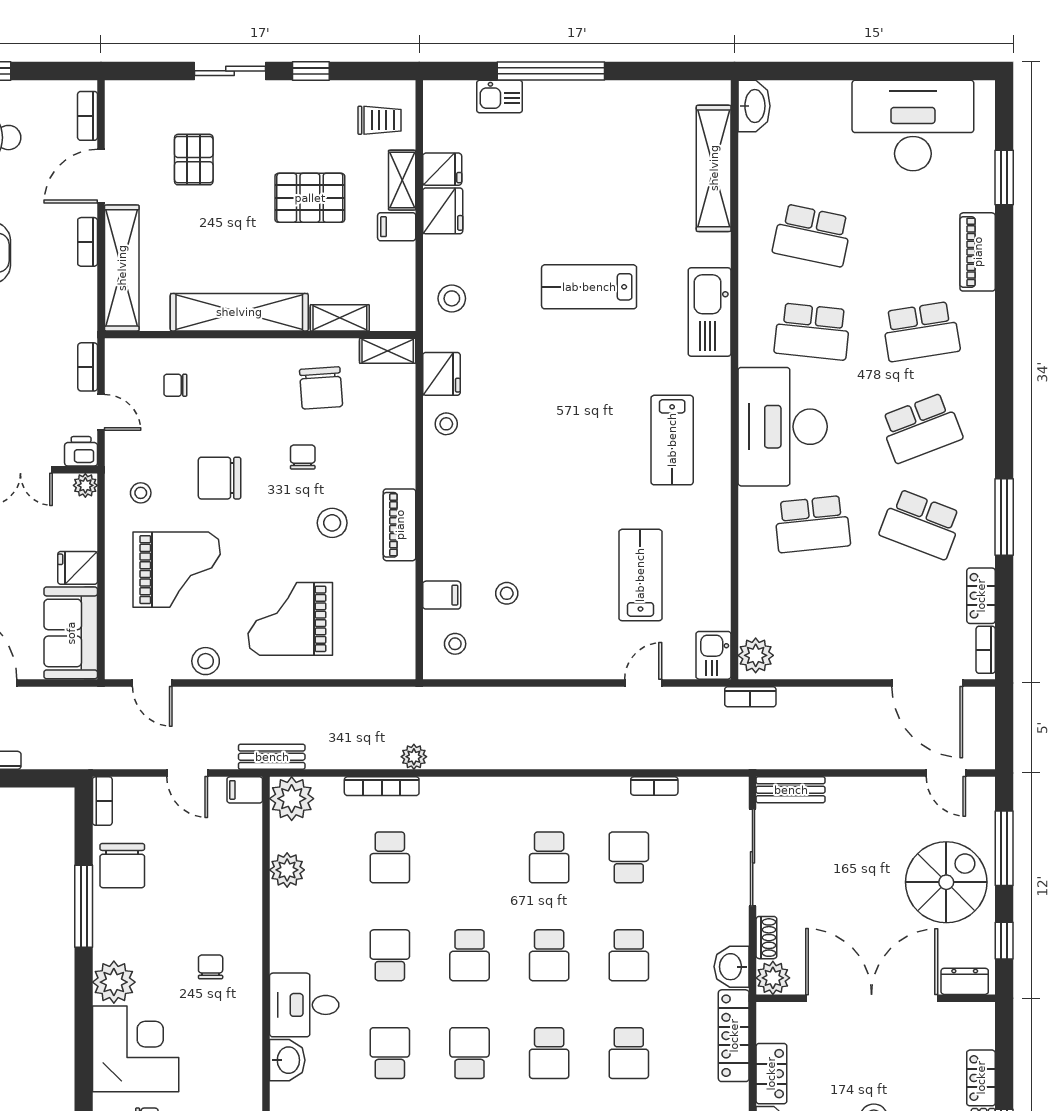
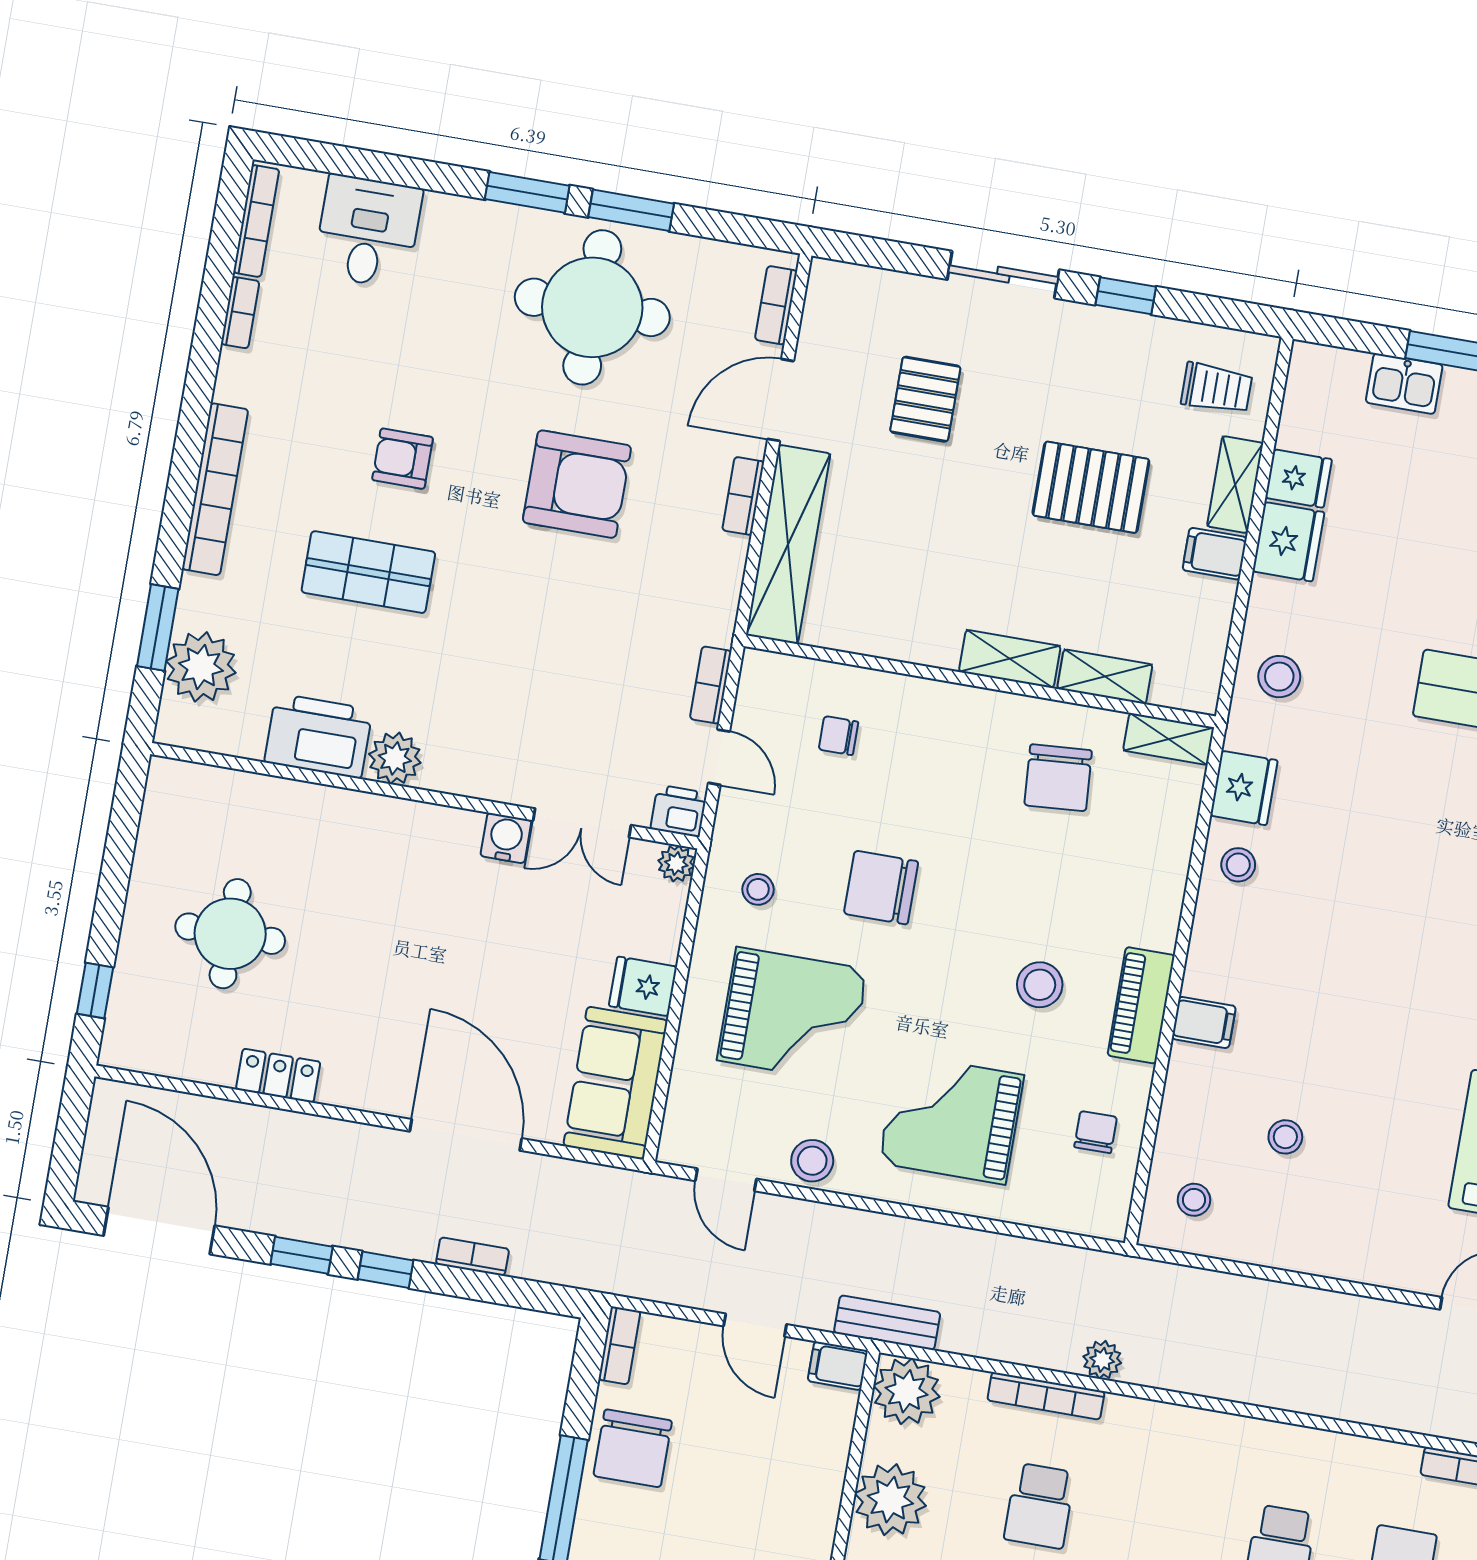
shelving: (239, 312) -> (1010, 659), width x0.45, depth x0.75
chair: (303, 457) -> (1096, 1132), moved
filing cabinet: (442, 595) -> (1204, 1022), moved
plant: (287, 870) -> (890, 1500), width x1.36, depth x1.36

